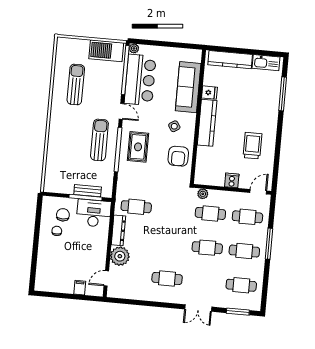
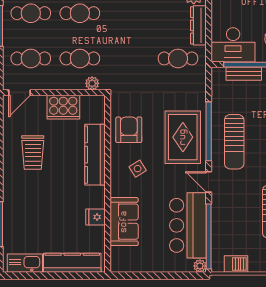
barbecue: (106, 51) -> (236, 264), width x0.53, depth x0.65
sofa: (188, 87) -> (124, 222), width x0.73
kitchen counter: (207, 123) -> (95, 155), moved
rug: (138, 147) -> (183, 137), width x1.36, depth x1.43
cooker: (232, 180) -> (63, 107), width x1.87, depth x1.31

